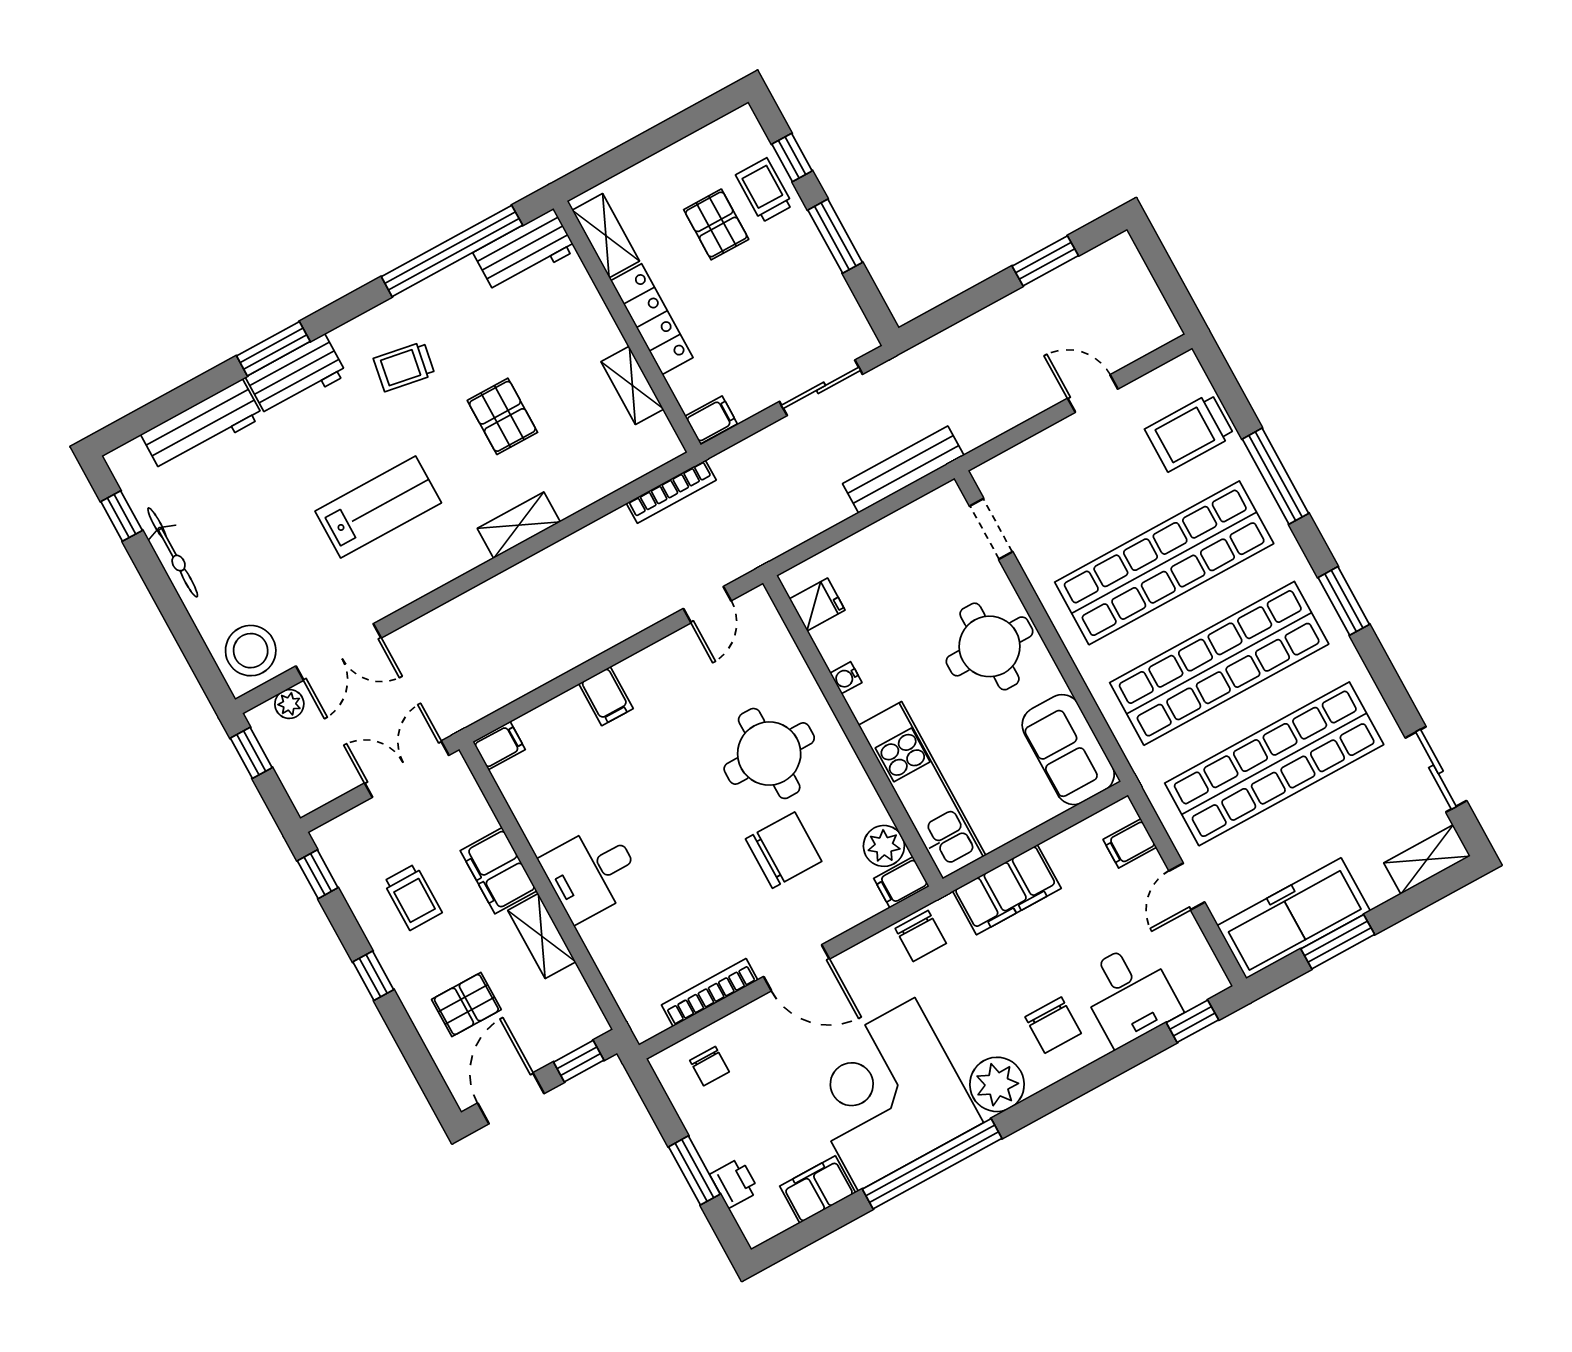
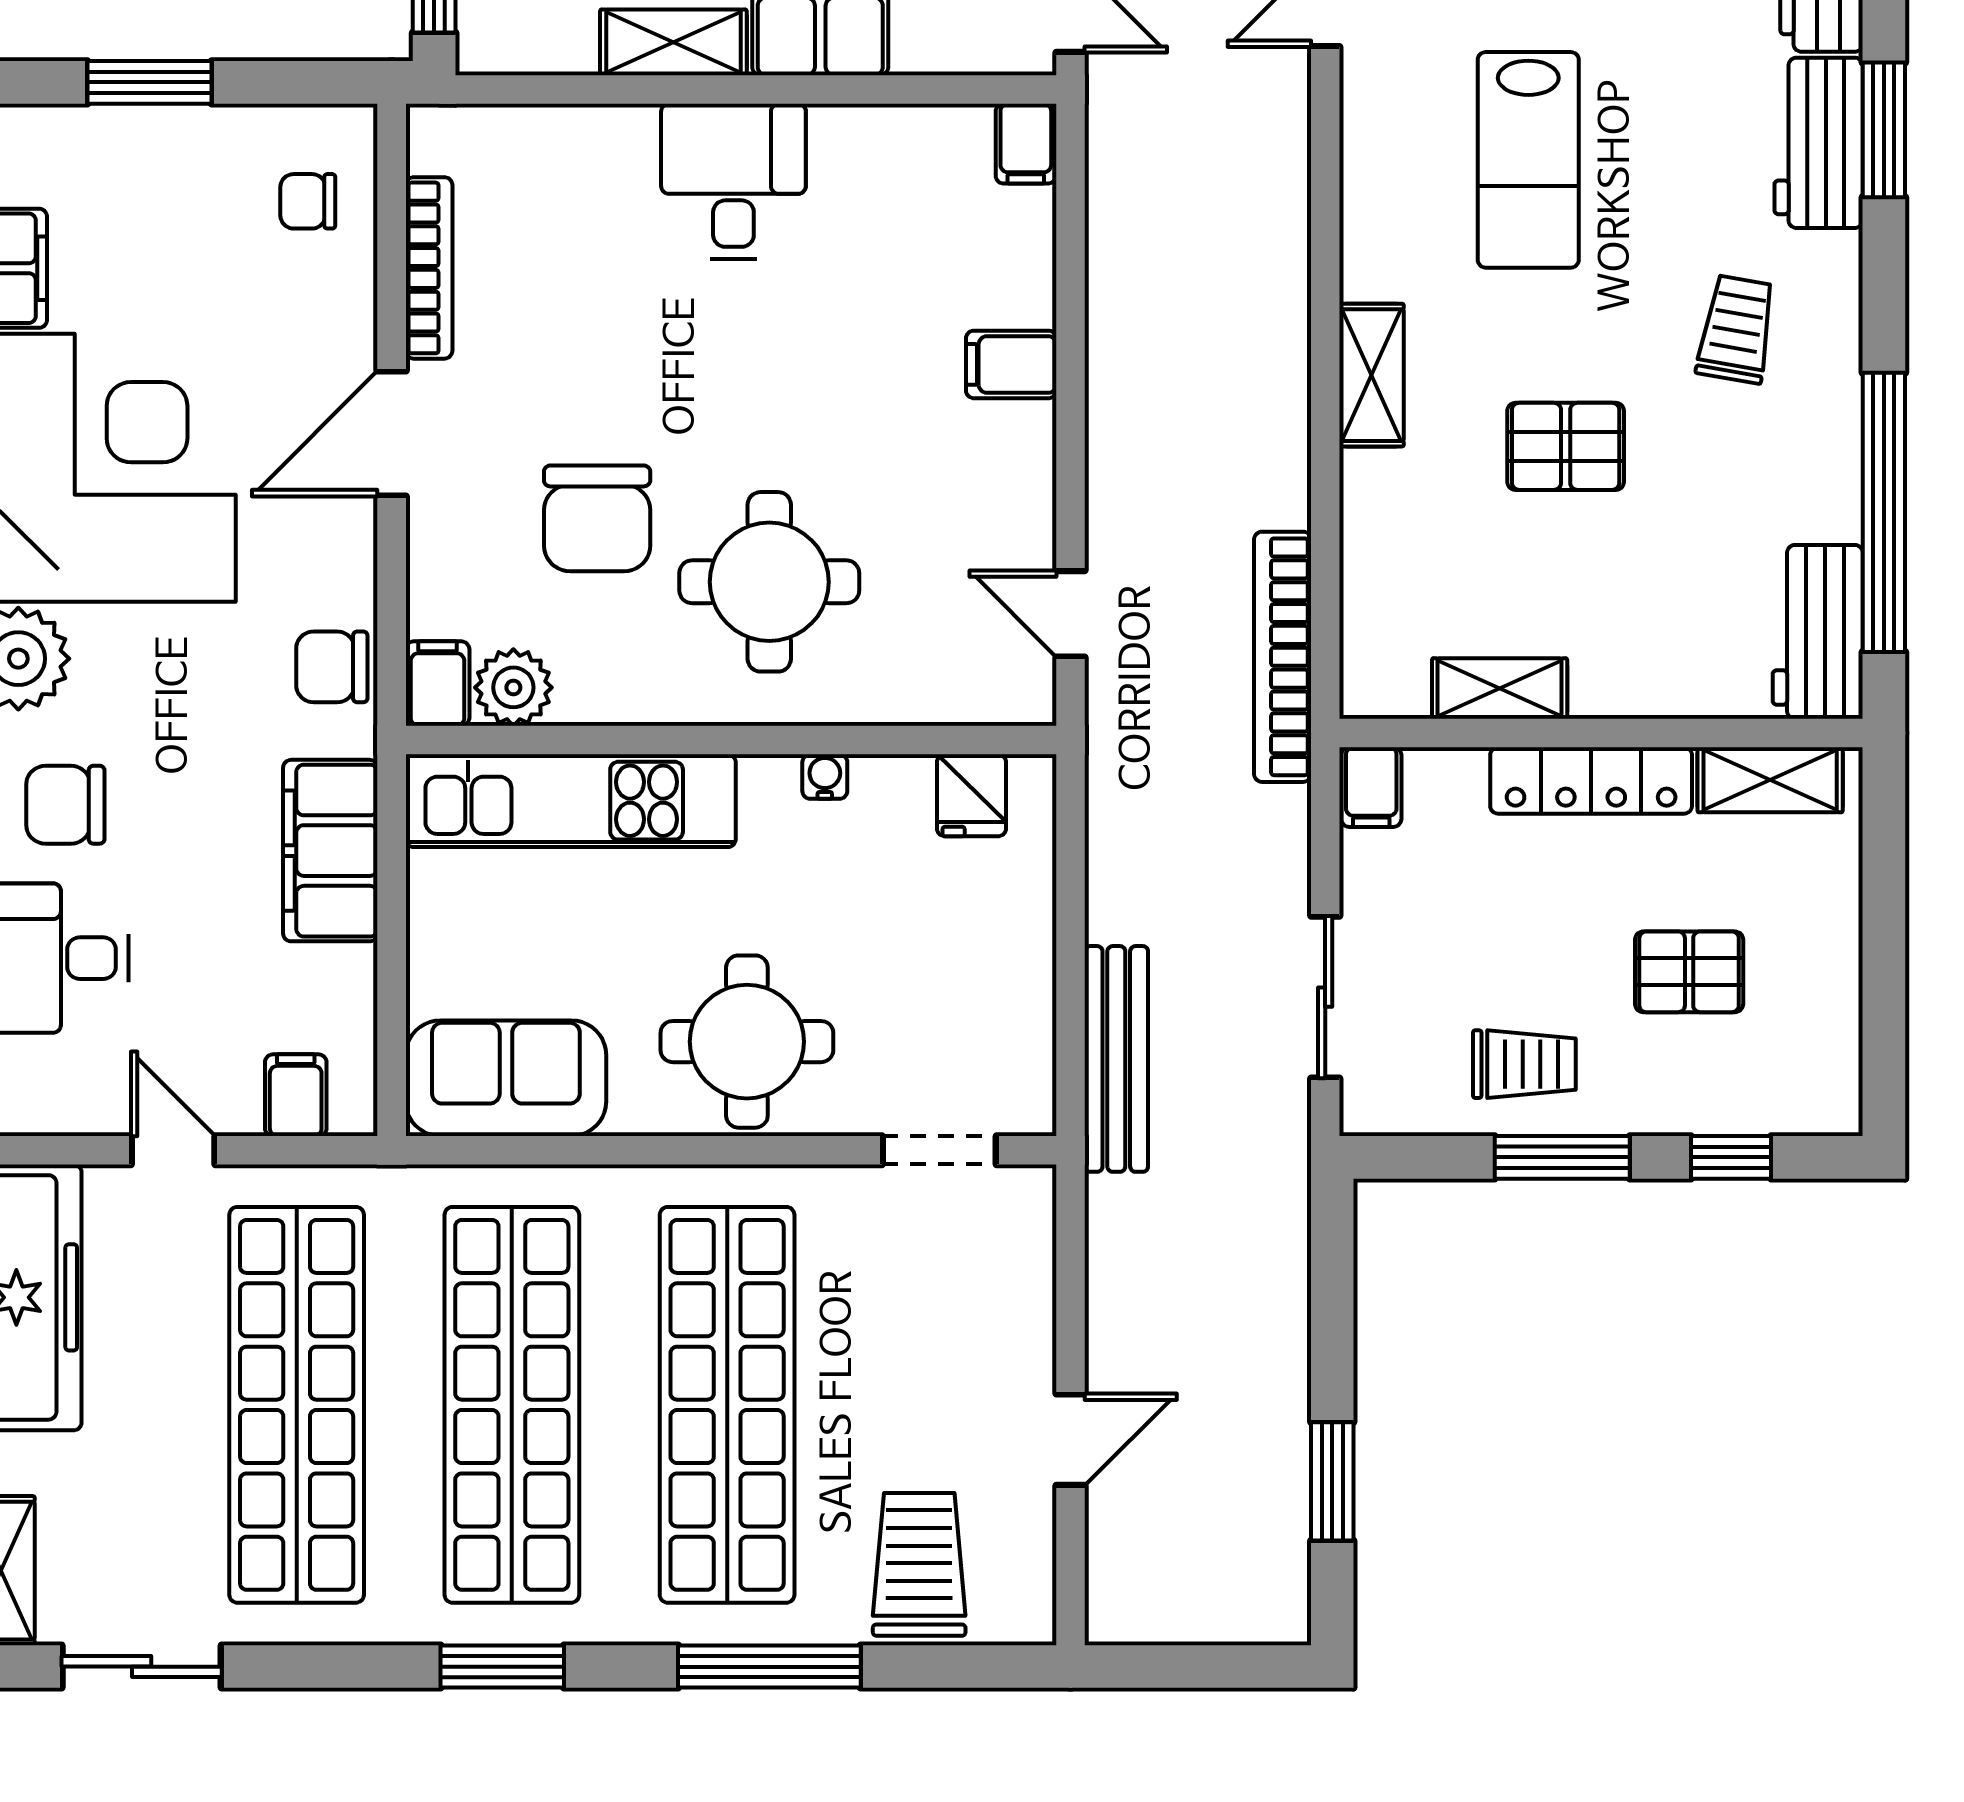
trolley: (764, 190) -> (1524, 1064), moved
bookcase: (671, 492) -> (1283, 657), width x1.48, depth x1.31
printer: (734, 1183) -> (93, 137), removed

